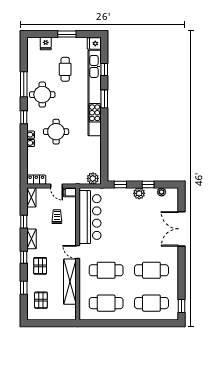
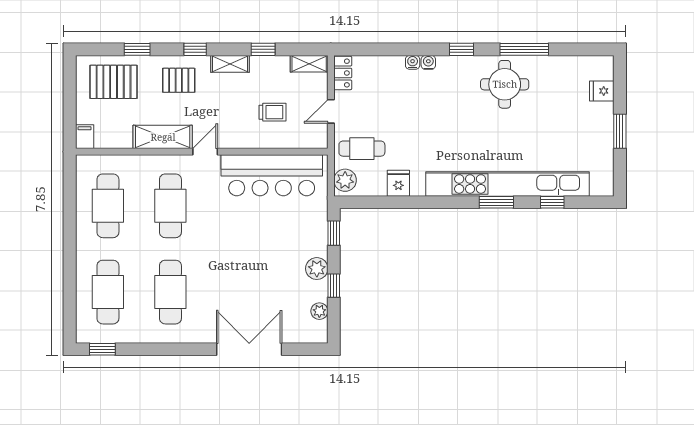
fridge: (94, 44) -> (398, 183), moved
cafe table: (65, 69) -> (362, 149), moved
round table: (56, 132) -> (434, 110), removed
filing cabinet: (70, 192) -> (85, 137), moved
shelving: (70, 282) -> (163, 137), width x0.68
pallet: (41, 300) -> (114, 82), width x1.50, depth x1.42

